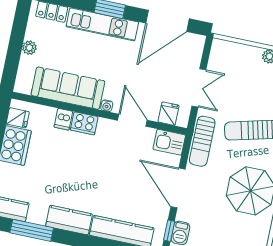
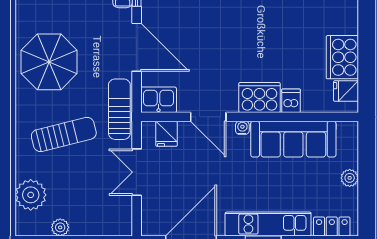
cooker: (84, 123) -> (259, 97), width x1.37, depth x1.31

